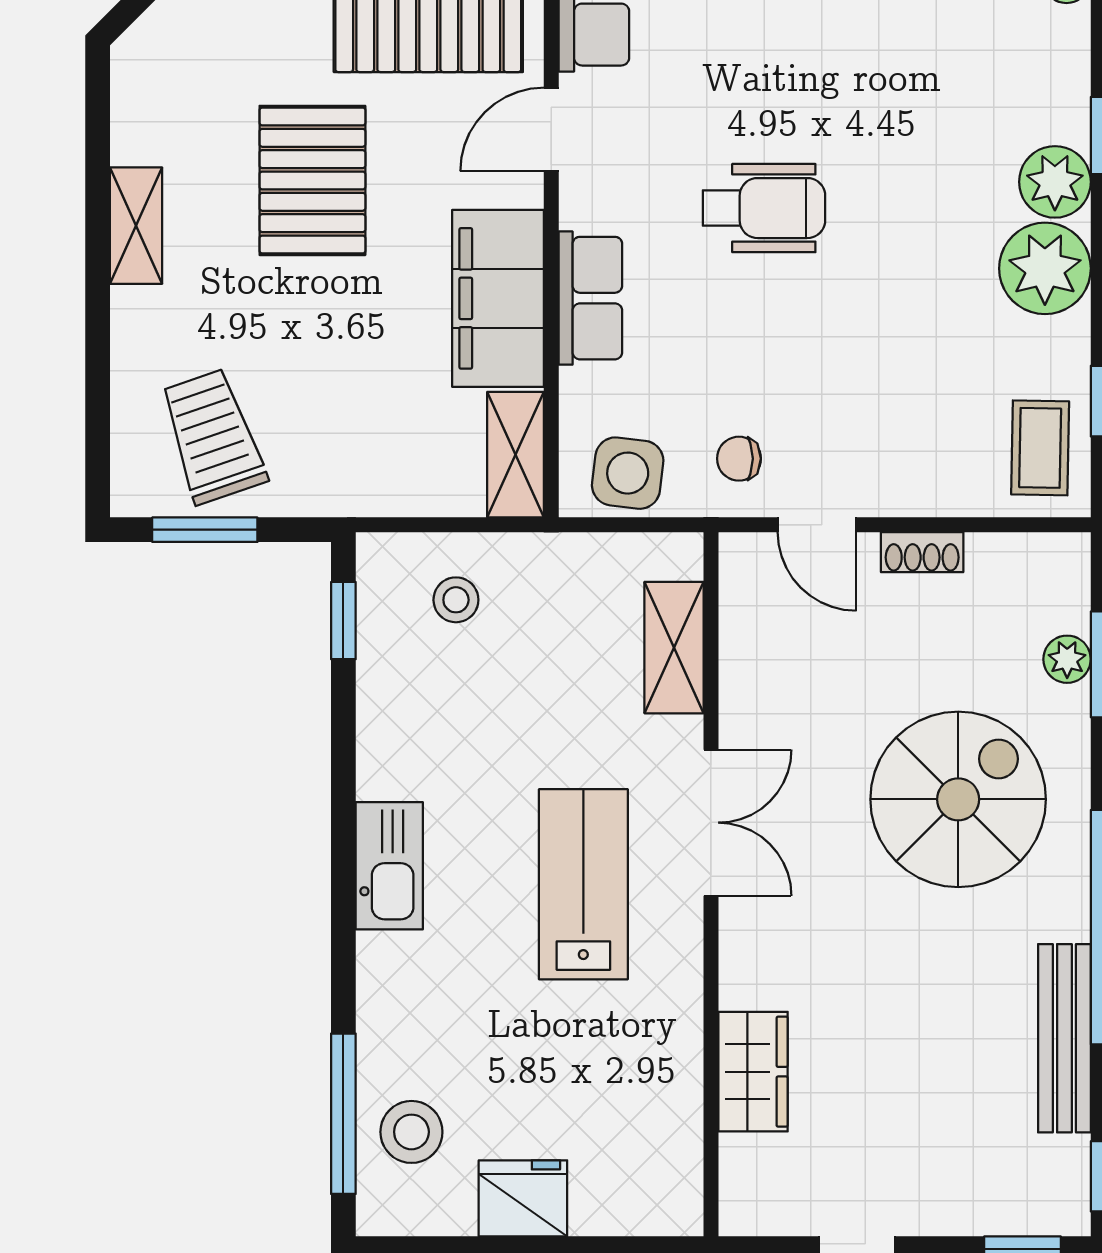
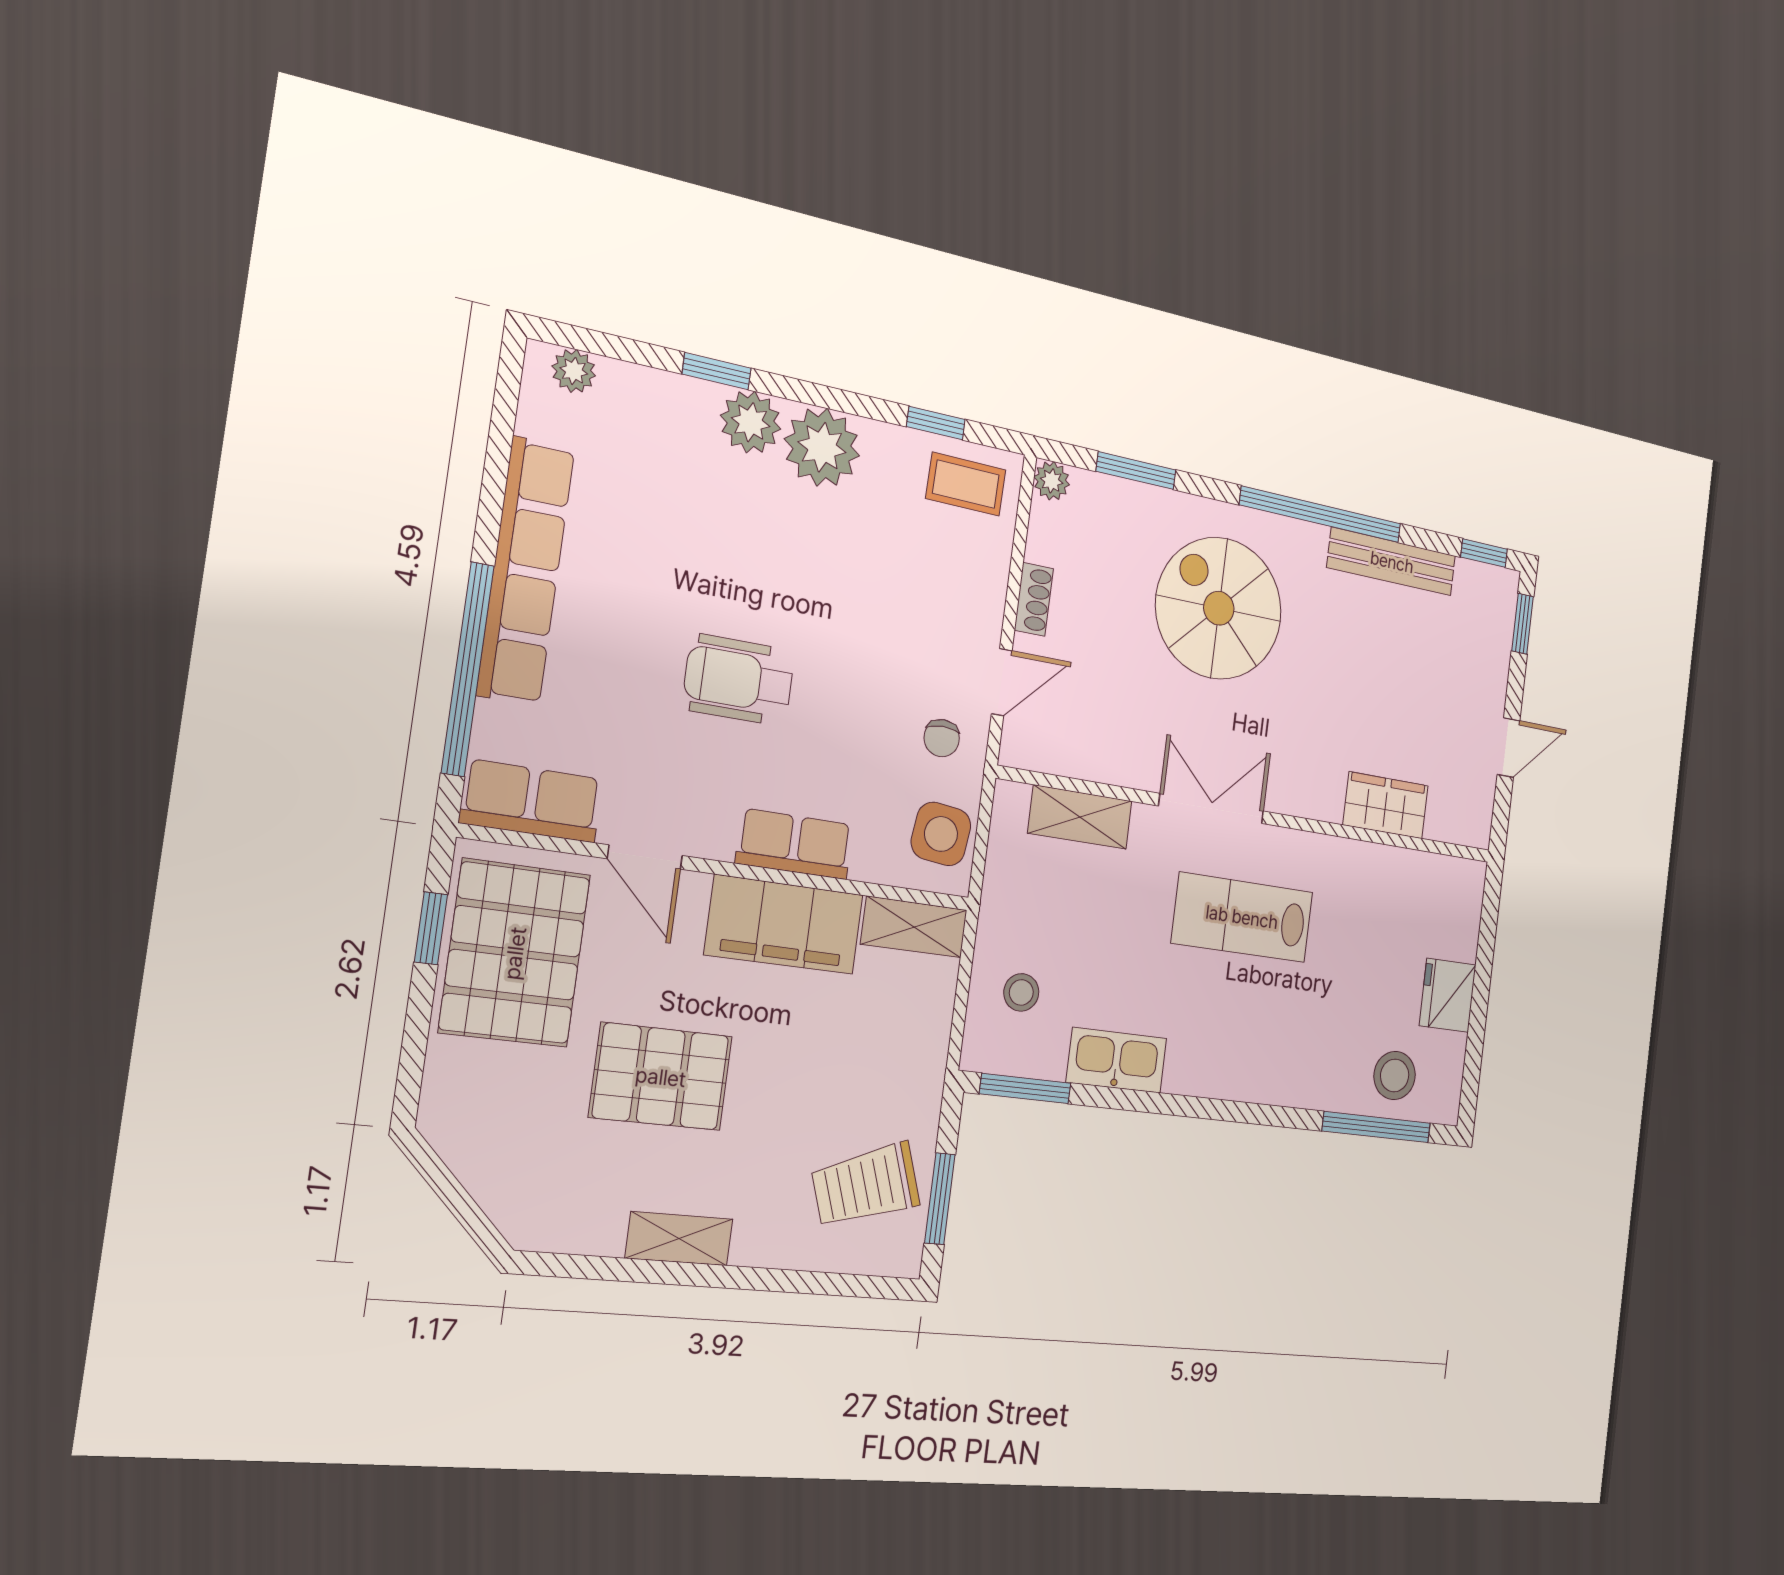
wheelchair: (764, 208) -> (739, 680), turned -90
window: (343, 621) -> (1025, 1088), width x1.50
plant: (1067, 659) -> (1052, 481), moved
kitchen sink: (389, 866) -> (1117, 1060), moved

